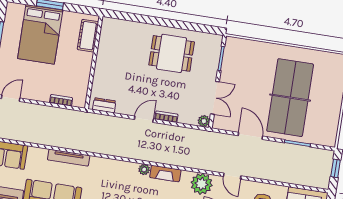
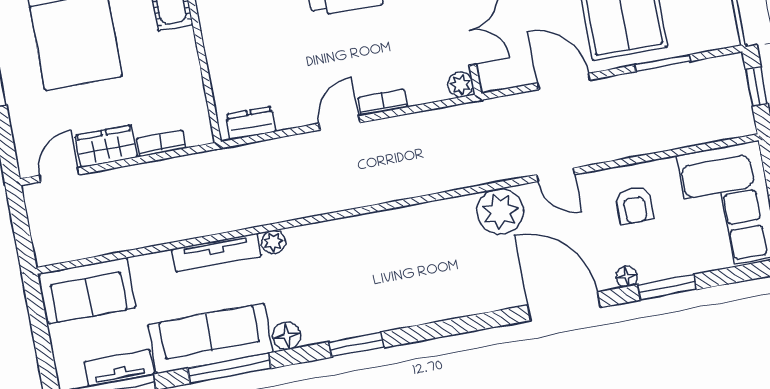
wardrobe: (36, 93) -> (106, 146), added
plant: (144, 169) -> (273, 242), moved
fireplace: (165, 174) -> (421, 216), removed

